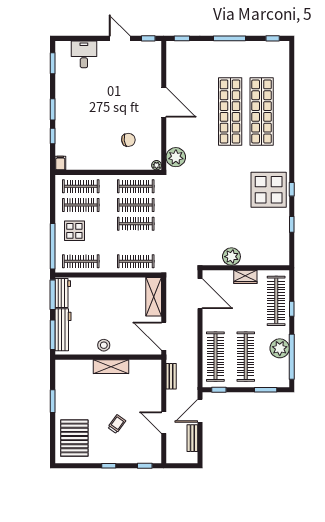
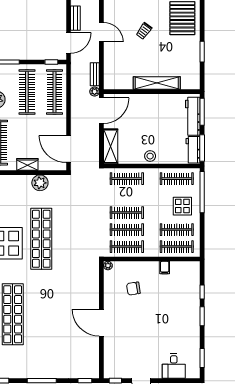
shop shelf: (230, 111) -> (41, 239), moved
plant: (176, 157) -> (95, 92), moved, width x0.53, depth x0.53
filing cabinet: (60, 163) -> (165, 268), moved
door: (164, 336) -> (101, 111), hinge flipped
stool: (104, 345) -> (150, 156), moved
shelving: (111, 367) -> (157, 83), width x1.47

